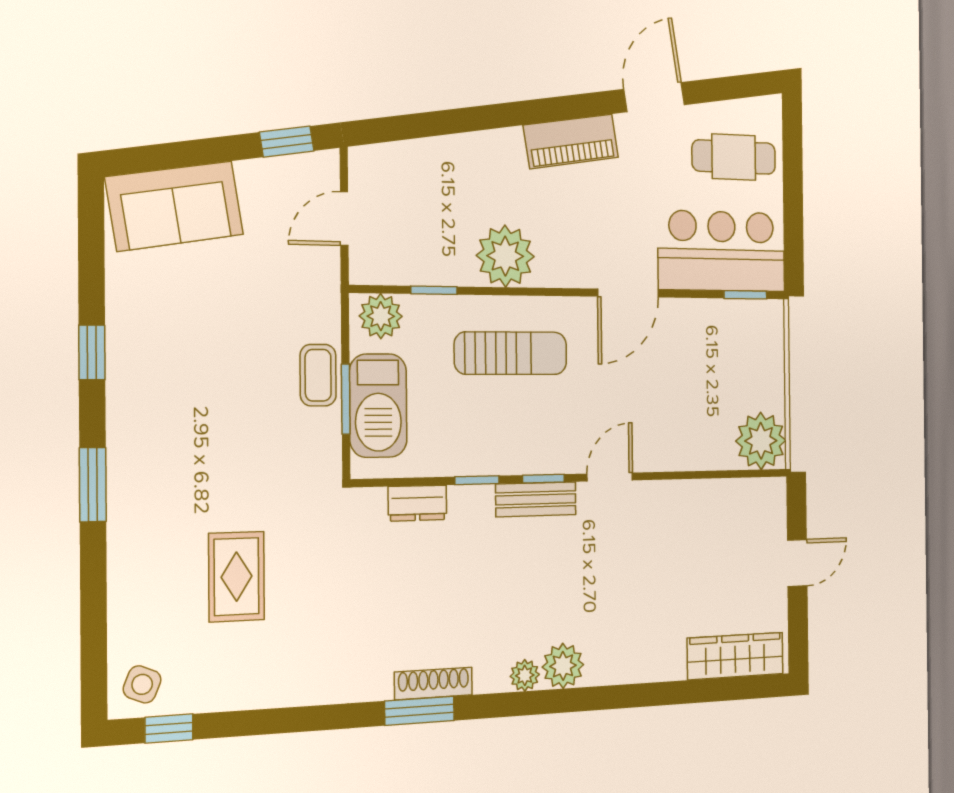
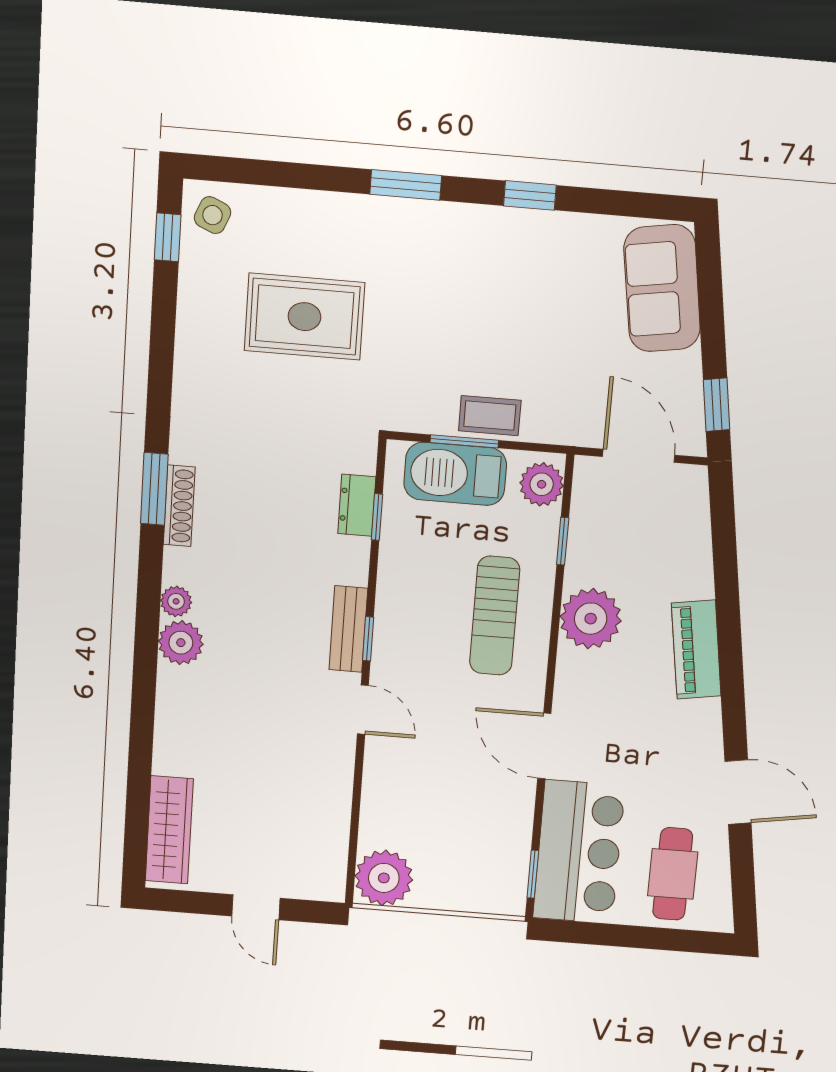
piano: (571, 141) -> (696, 650), moved
door: (344, 219) -> (639, 456), width x1.37
window: (477, 480) -> (377, 517), moved
rug: (237, 577) -> (304, 317), width x1.36, depth x1.43

